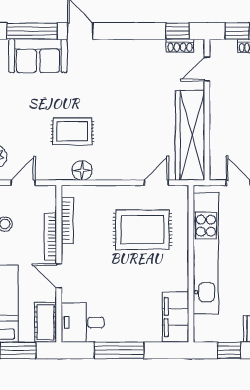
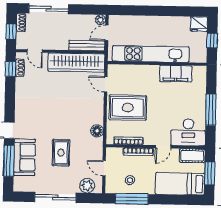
rug: (72, 131) -> (61, 153), moved
bench: (217, 152) -> (87, 46), added
rug: (142, 229) -> (128, 108), moved, turned 90
filing cabinet: (175, 317) -> (176, 74), moved
desk: (83, 323) -> (188, 132), width x1.37

